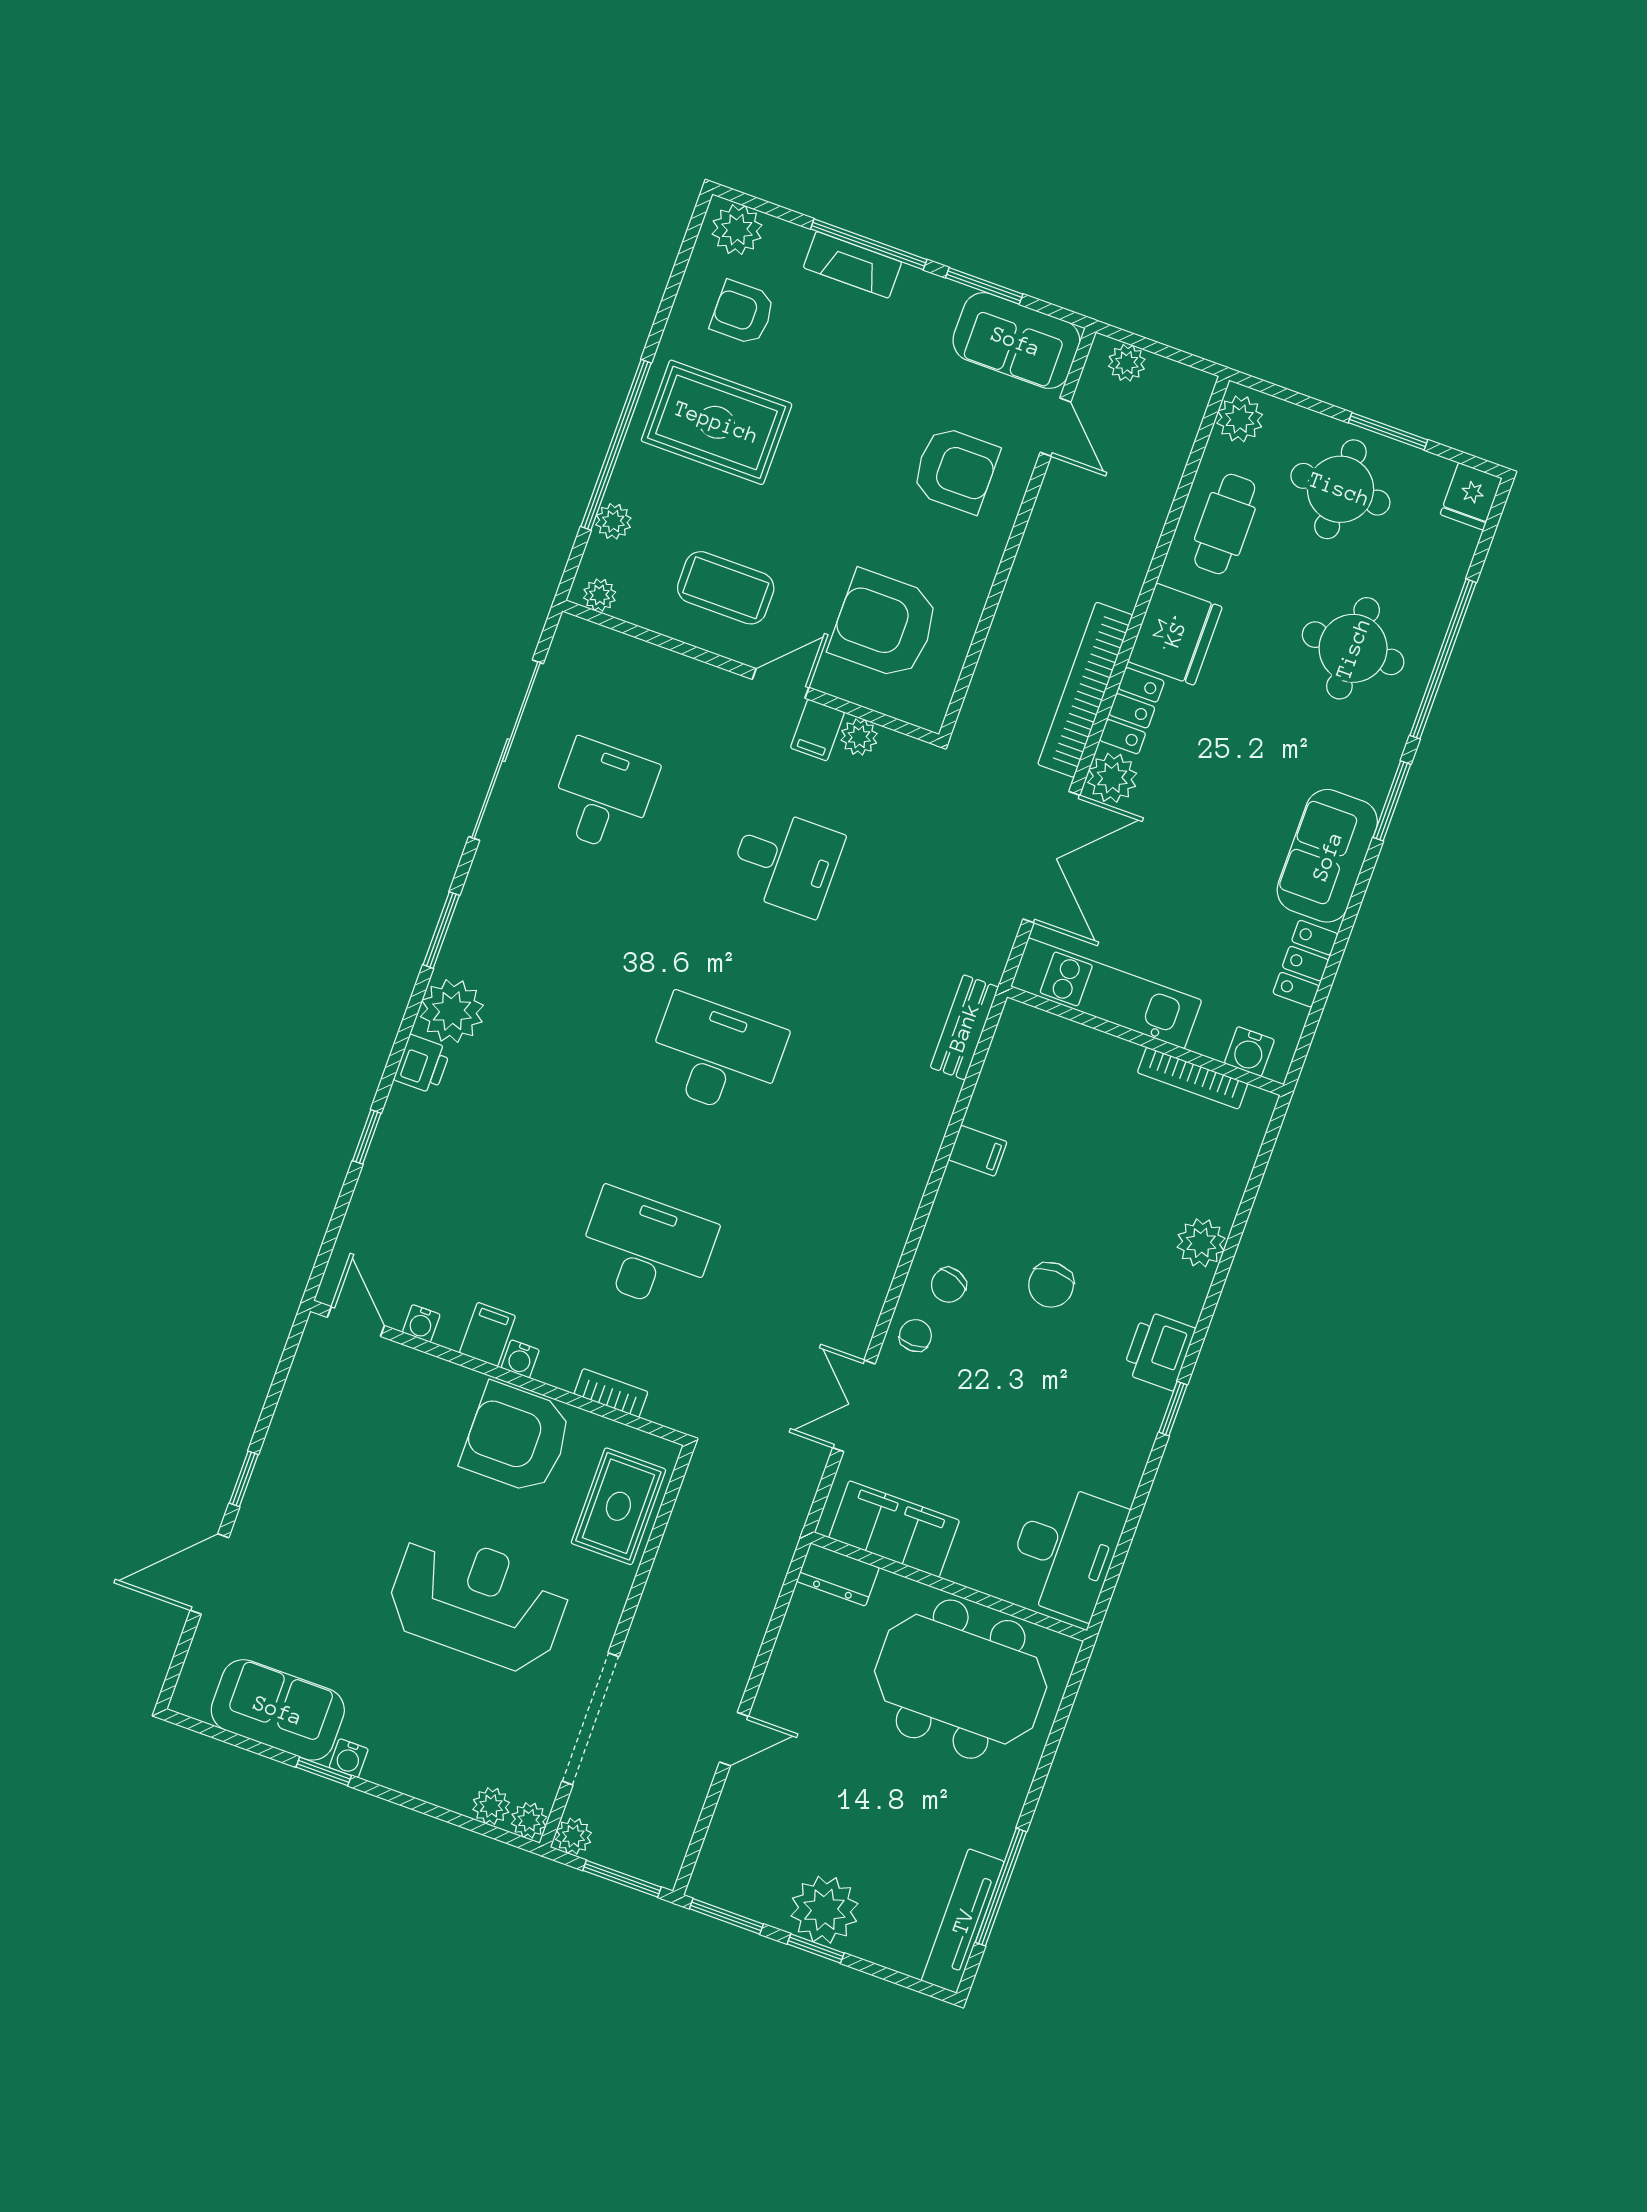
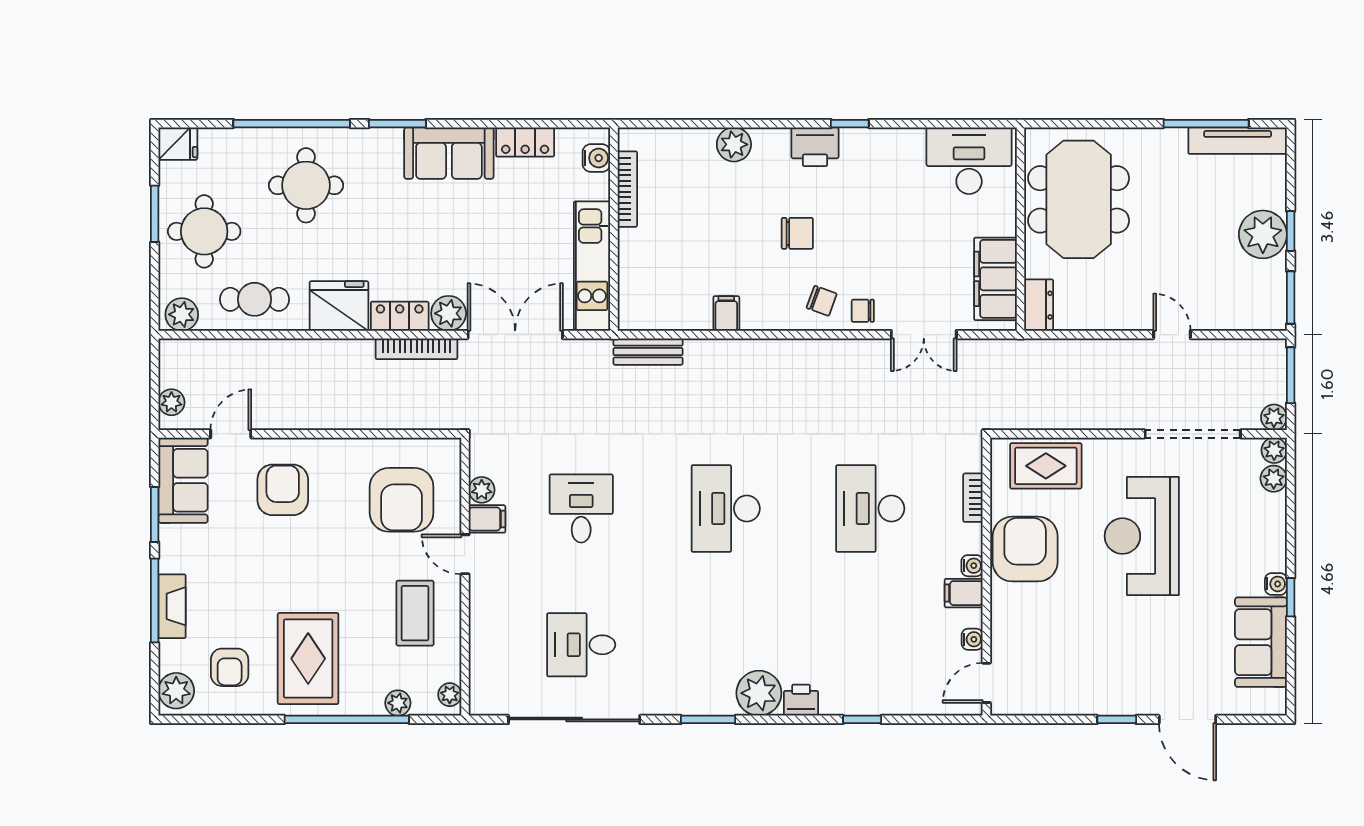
bookcase: (1085, 690) -> (417, 349), width x0.68, depth x0.76
armchair: (517, 1438) -> (1025, 549), turned 180

